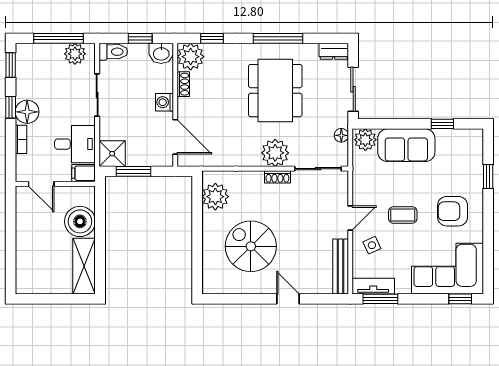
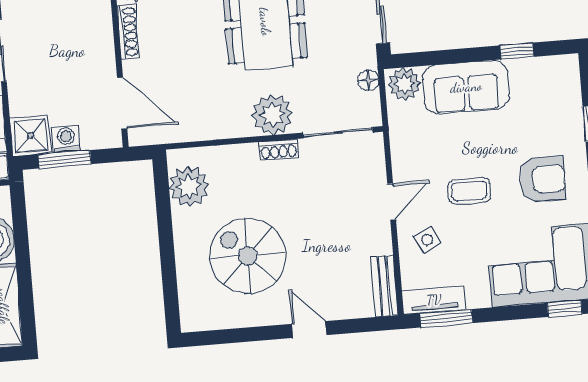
shoe rack: (183, 84) -> (128, 32), width x1.43
washing machine: (164, 102) -> (66, 139), moved, turned 90
armchair: (453, 211) -> (543, 179), turned 180
bench: (341, 267) -> (384, 286), width x0.73

